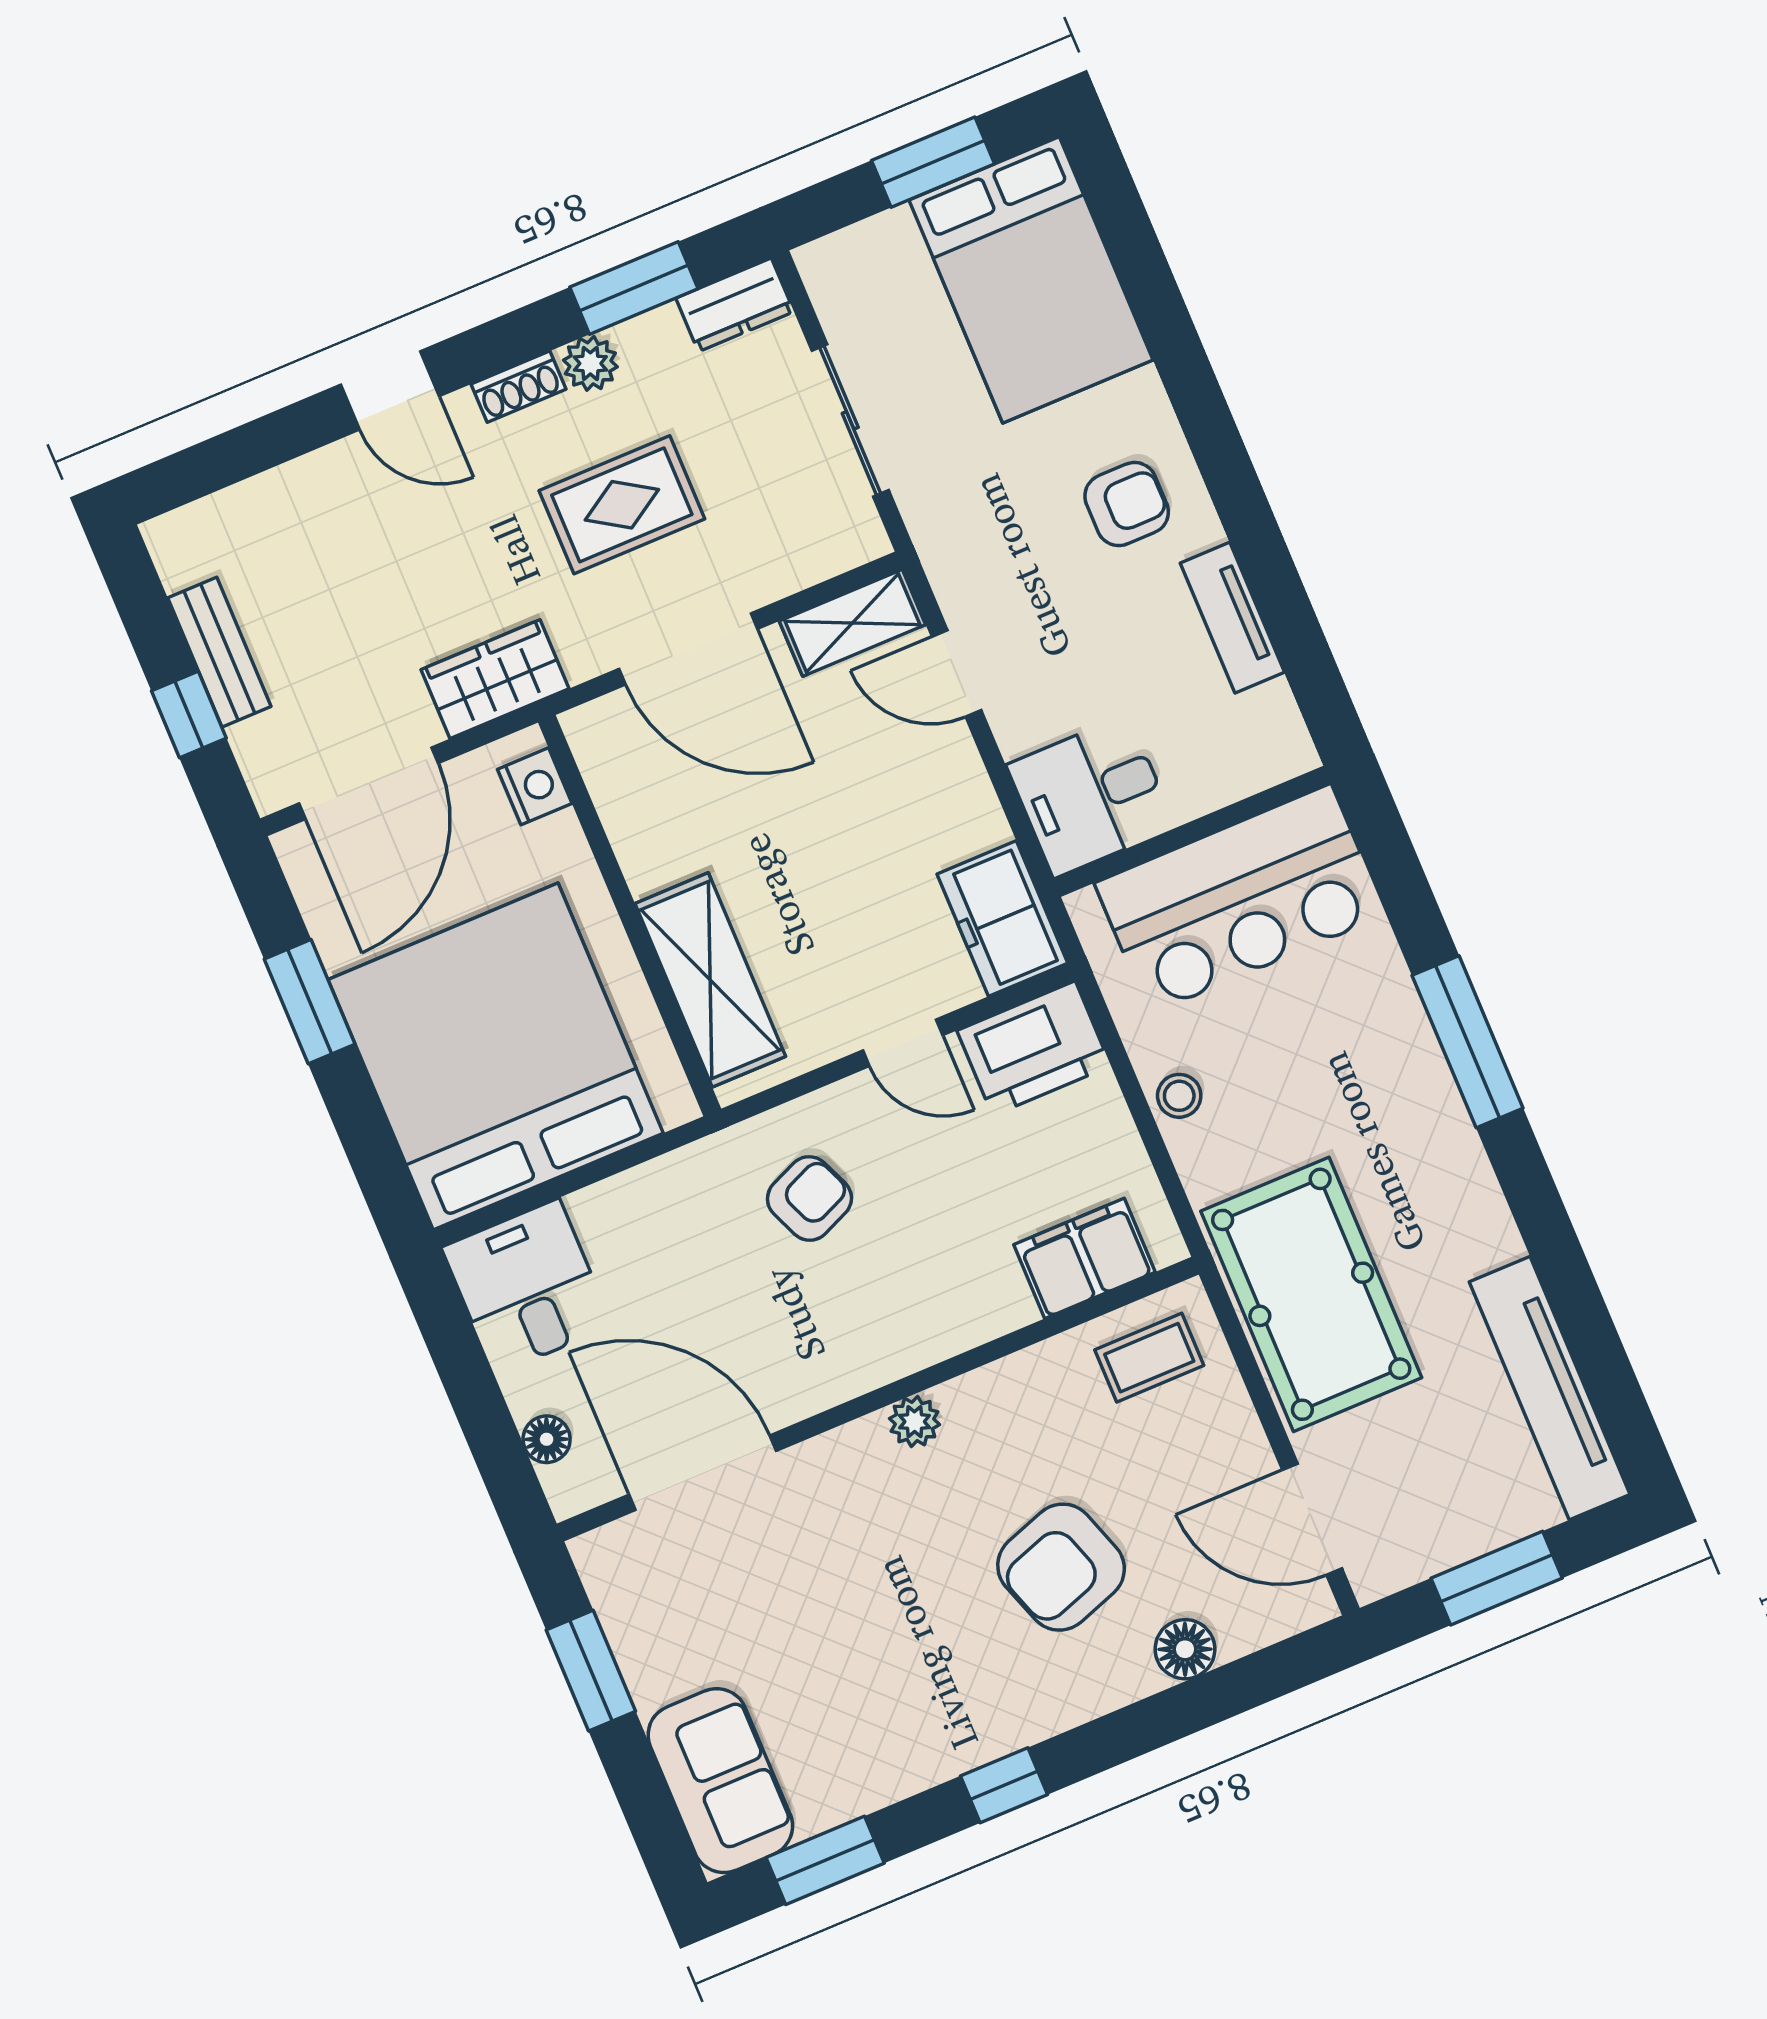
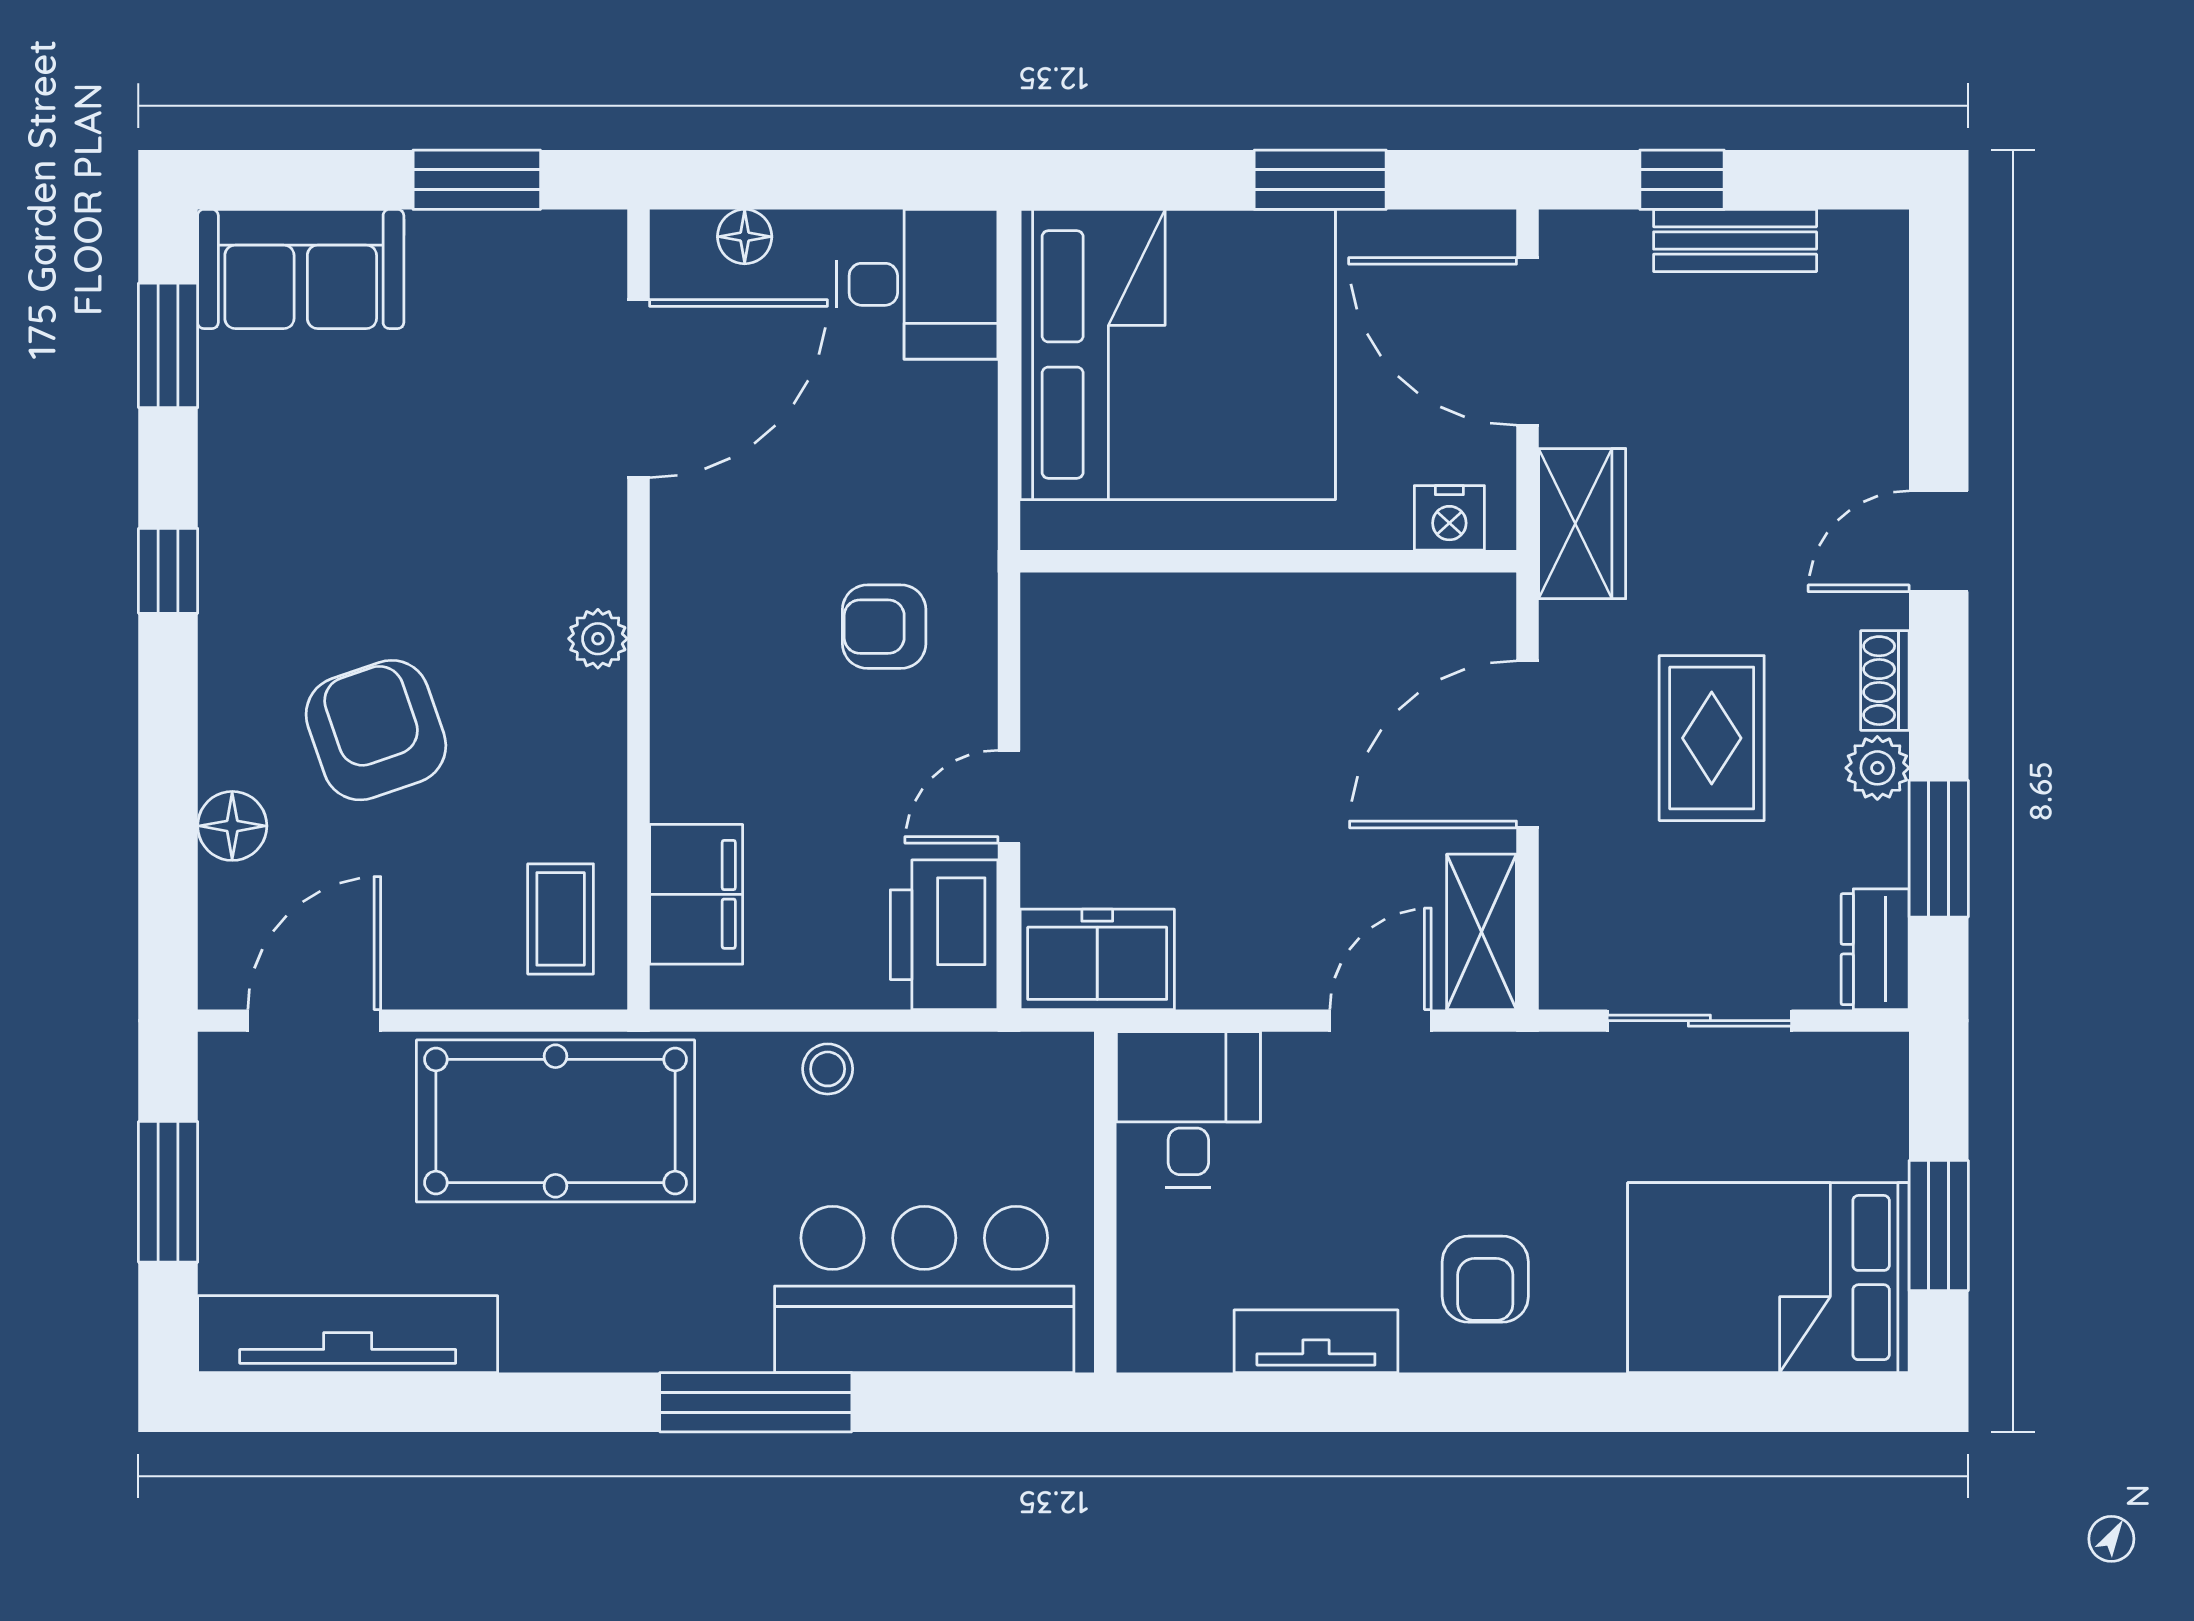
bar counter: (1240, 899) -> (924, 1289), moved, turned 90
shelving: (710, 980) -> (1163, 619), removed
armchair: (809, 1198) -> (884, 627), turned 113

